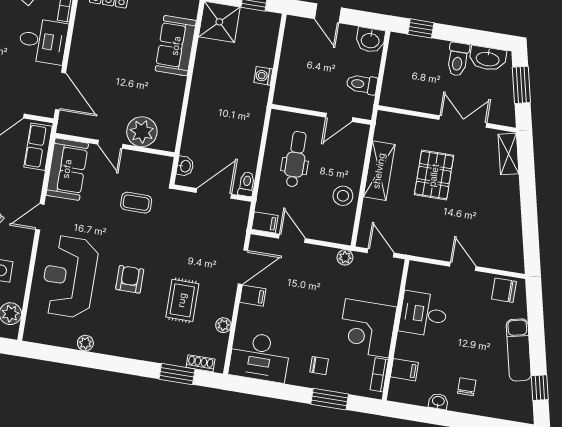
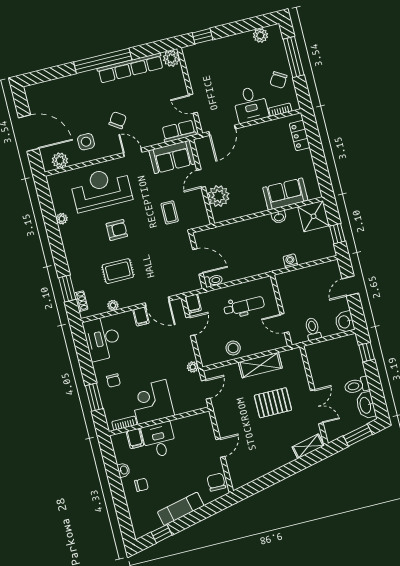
washbasin: (185, 166) -> (279, 217), moved
desk: (423, 314) -> (159, 440), moved

